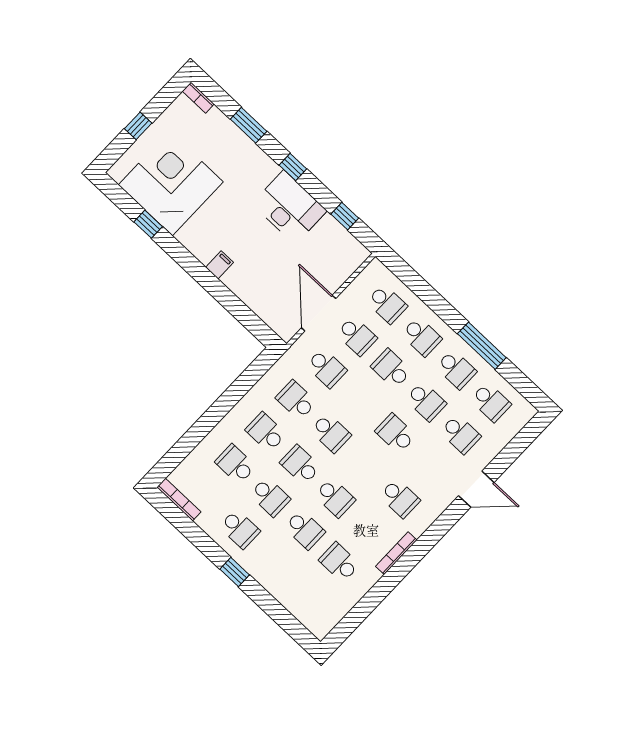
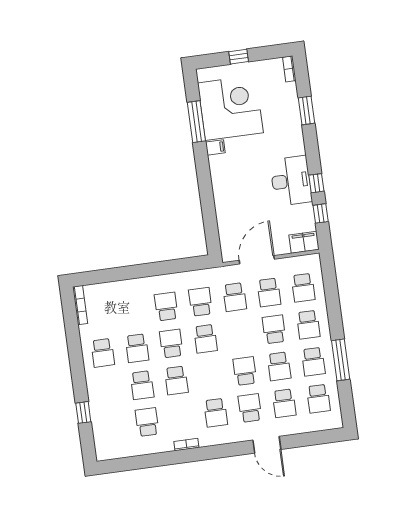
window: (293, 167) -> (316, 183), moved
window: (148, 224) -> (196, 122), width x2.17
filing cabinet: (351, 258) -> (304, 242), added
filing cabinet: (220, 265) -> (215, 147), moved
school desk: (235, 464) -> (250, 408), moved
bookcase: (396, 553) -> (186, 445), width x0.64
window: (235, 572) -> (83, 412), moved

